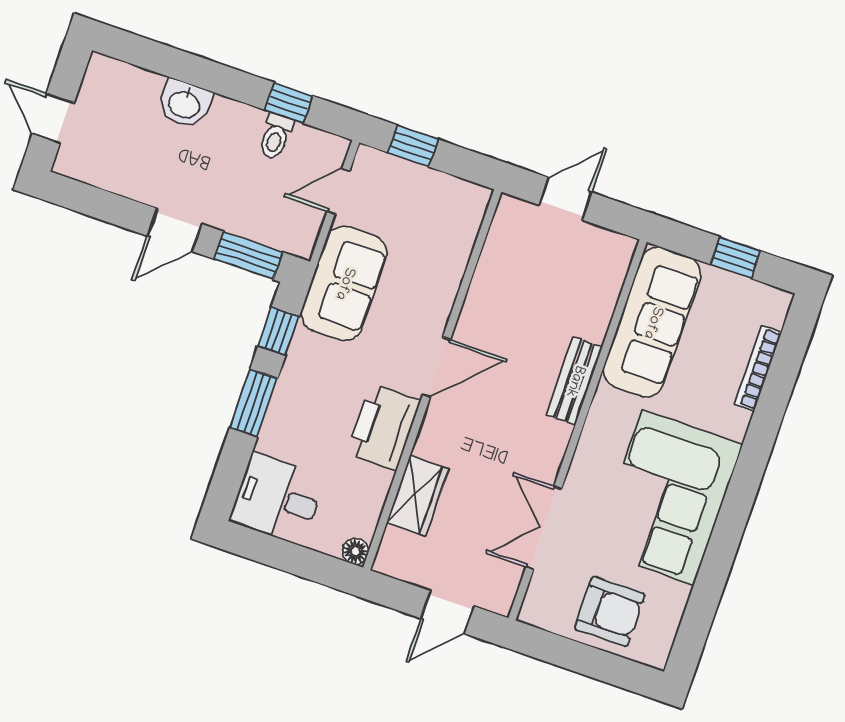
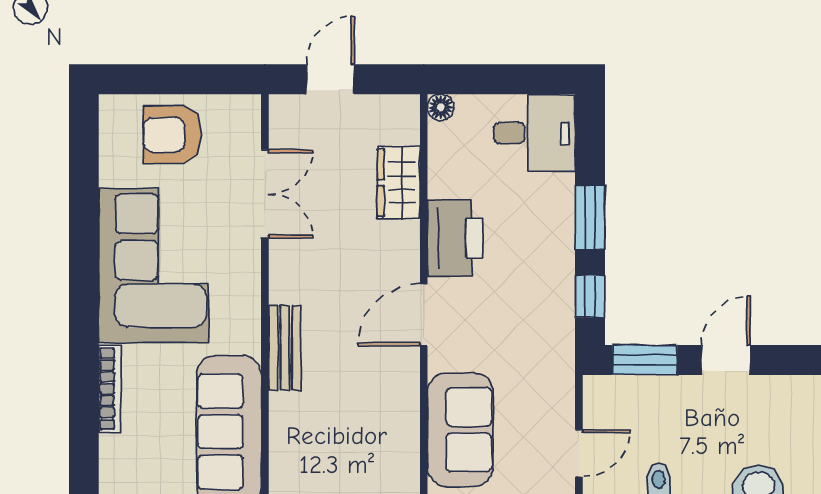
sofa: (344, 283) -> (460, 430), moved, turned 180
bookcase: (758, 368) -> (110, 389), moved

